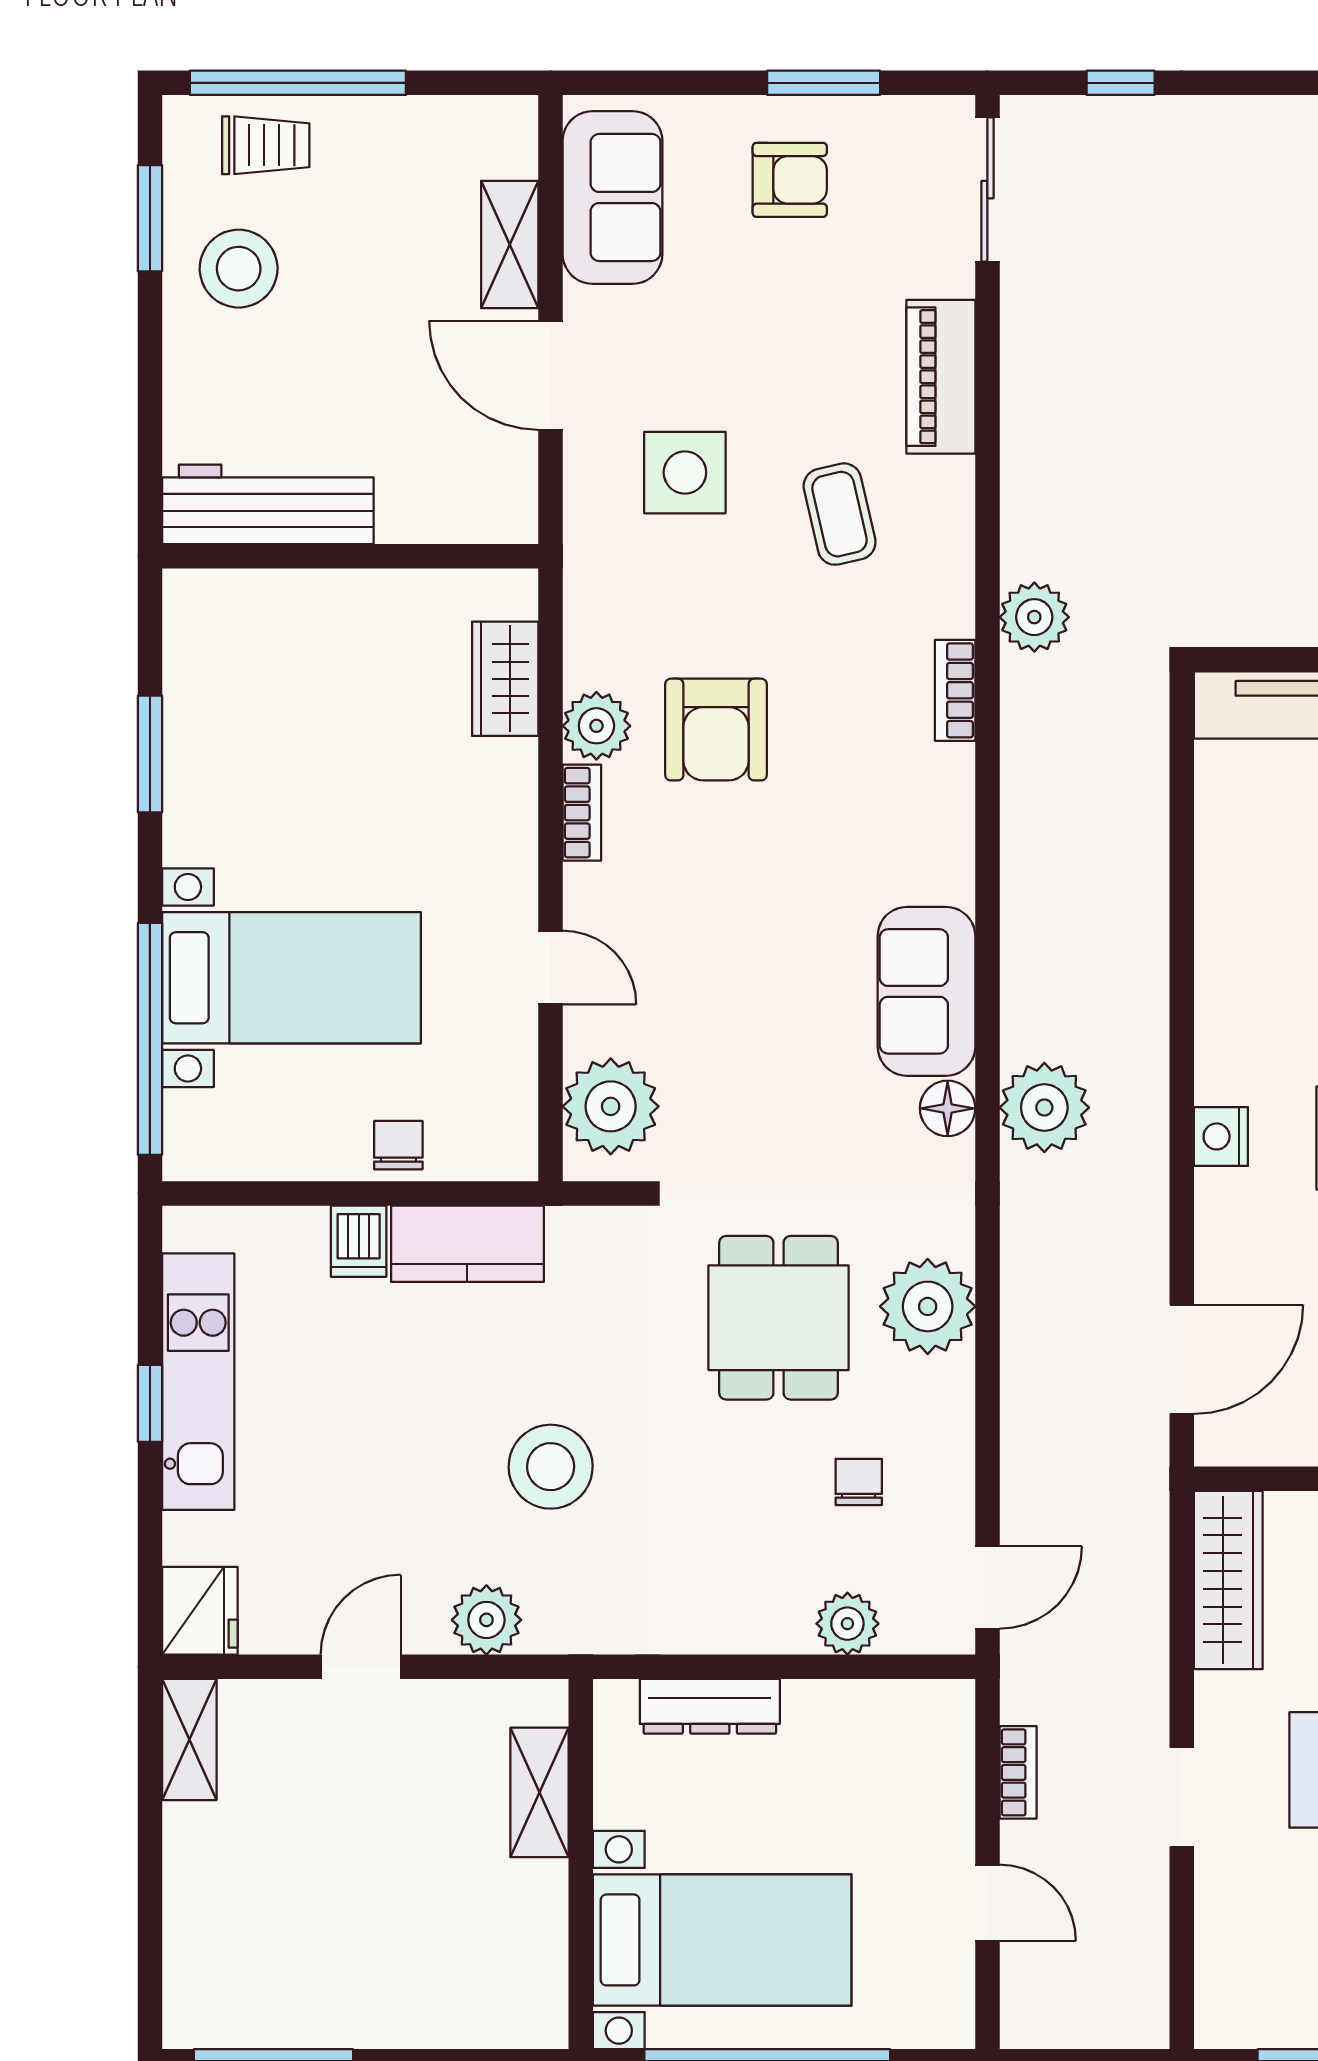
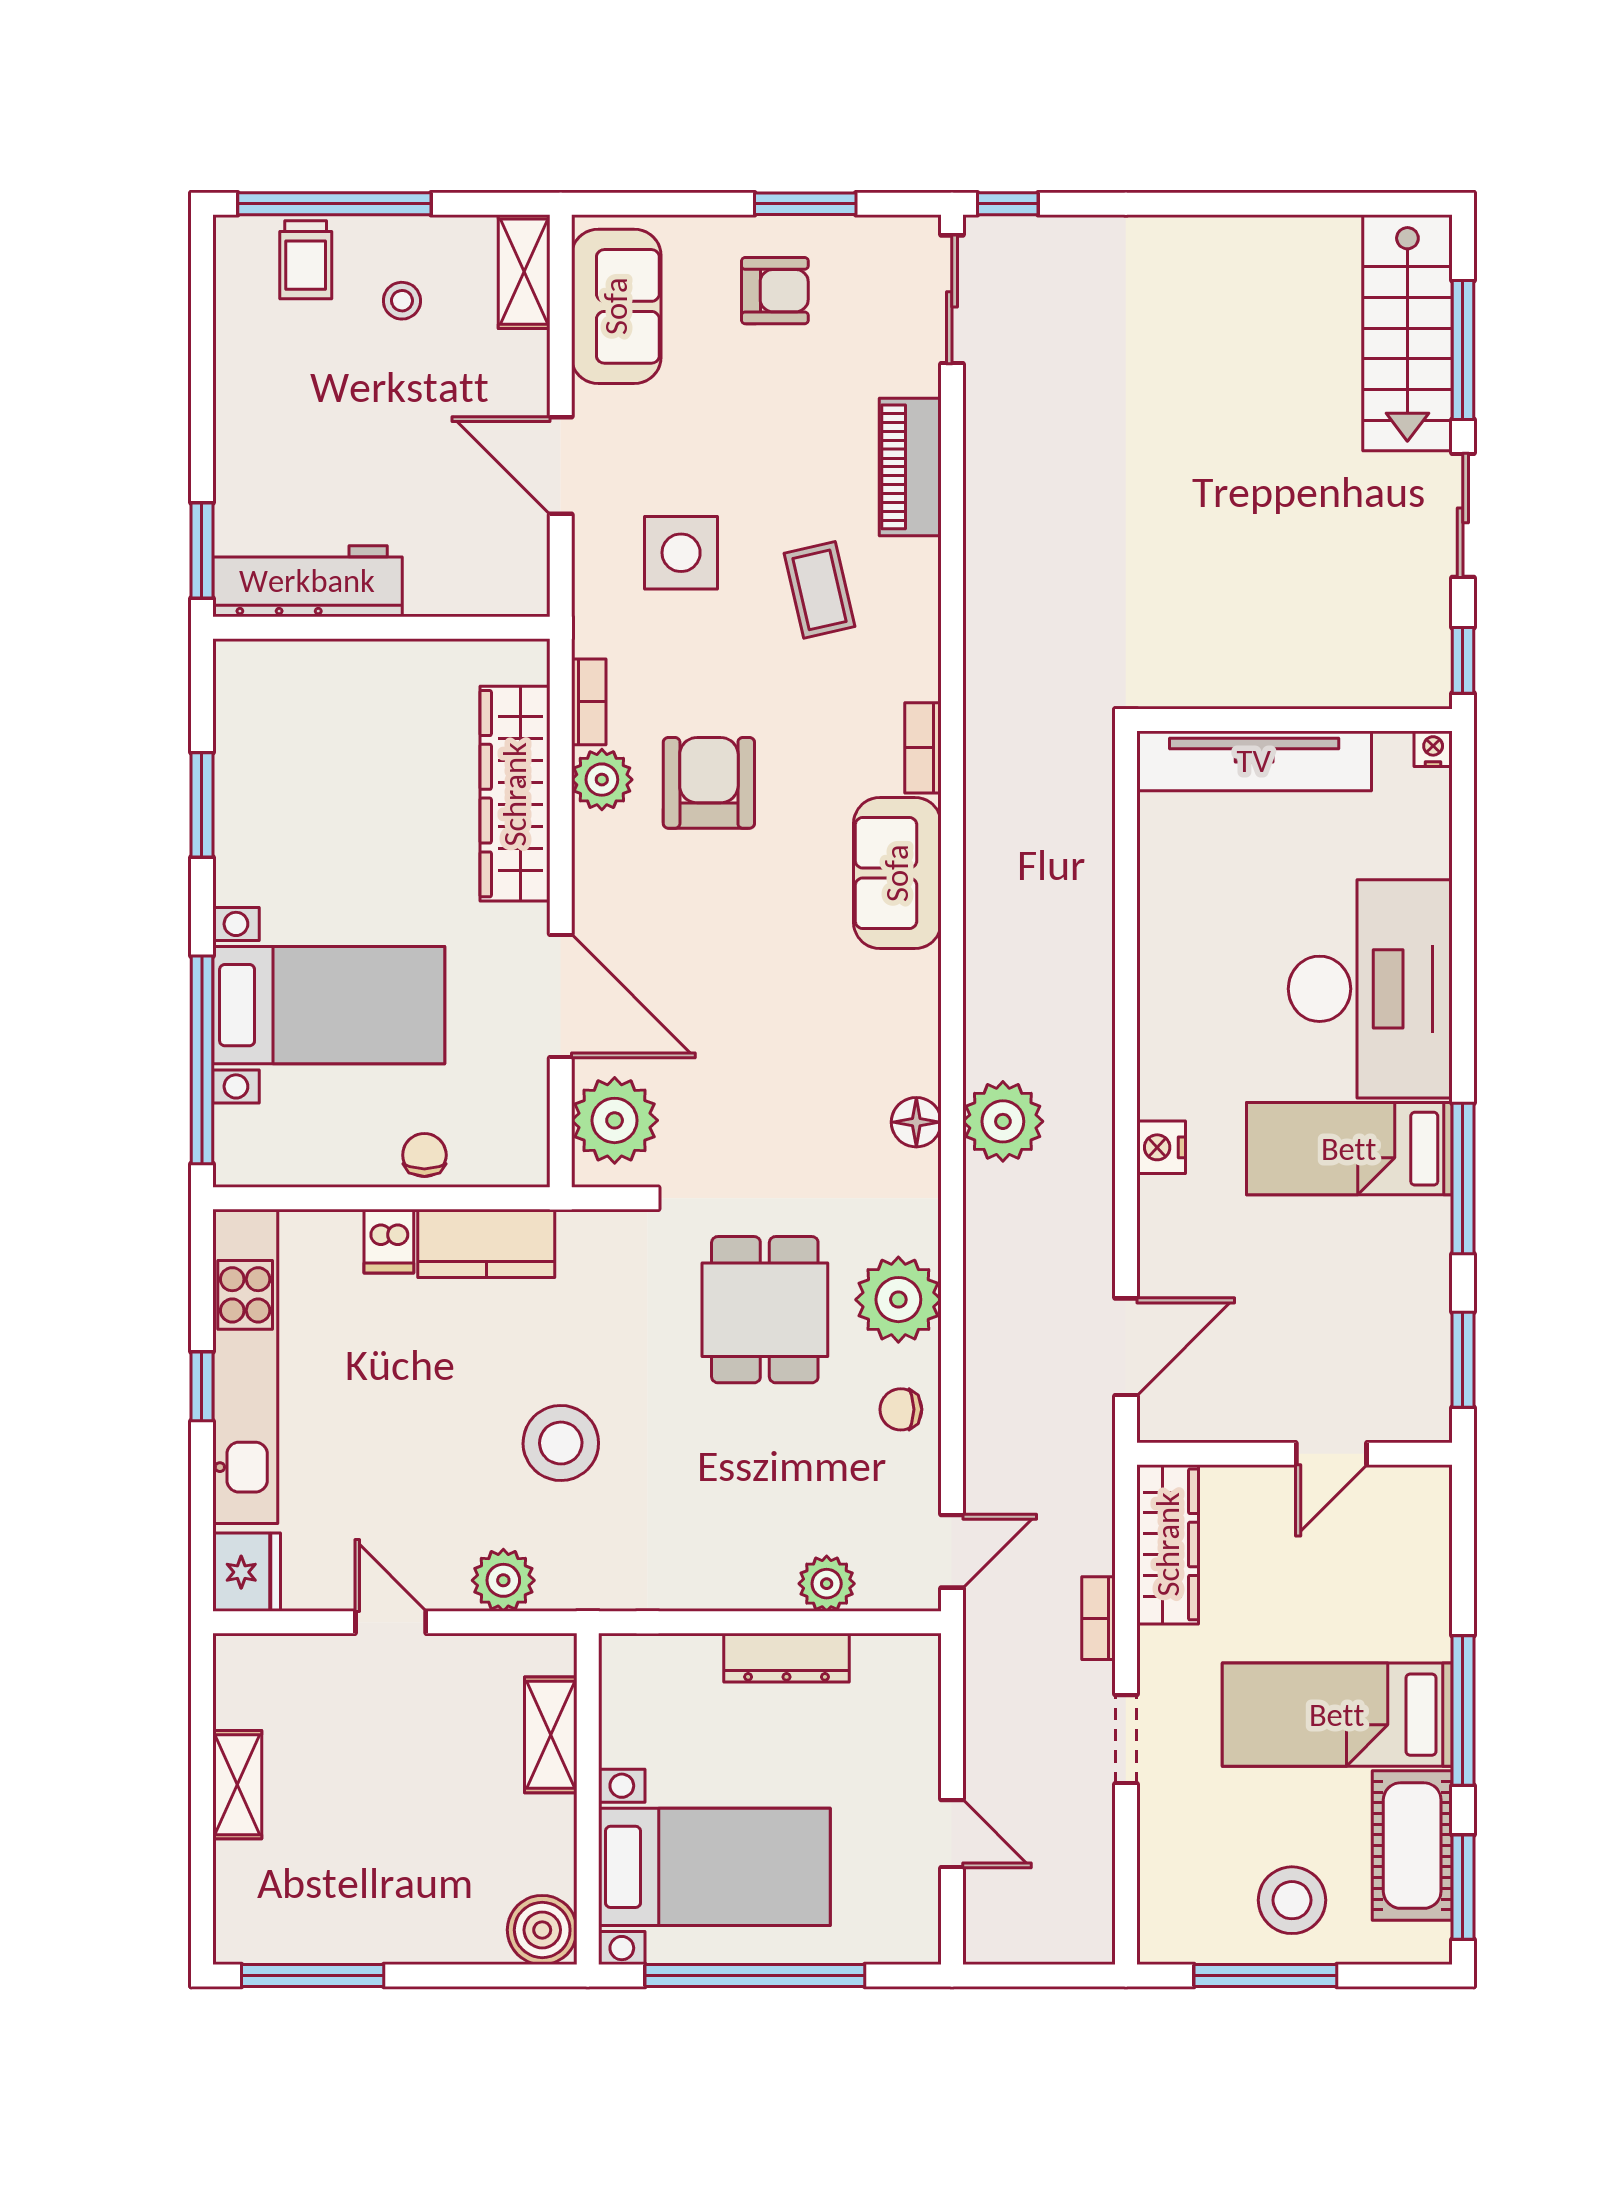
window: (1121, 83) -> (1008, 204), moved
trolley: (266, 145) -> (306, 260), turned 90
window: (150, 218) -> (202, 551), moved
shelving: (510, 245) -> (524, 272), moved
stool: (239, 269) -> (402, 301), moved, width x0.53, depth x0.53
plant: (1034, 617) -> (994, 682), removed
wardrobe: (505, 679) -> (515, 794), width x2.10, depth x1.17
armchair: (716, 730) -> (709, 783), turned 180
bookcase: (582, 813) -> (589, 702), moved
door: (550, 967) -> (561, 996), width x1.87
sofa: (926, 991) -> (897, 873), moved
kitchen unit: (198, 1382) -> (245, 1367), width x1.36
chair: (859, 1482) -> (901, 1409), moved, turned -90
door: (361, 1667) -> (391, 1622), hinge flipped
dresser: (710, 1706) -> (787, 1658), moved
shelving: (189, 1740) -> (237, 1785), moved
bookcase: (1018, 1772) -> (1098, 1618), moved, turned 180
boiler: (530, 2010) -> (542, 1930), added

